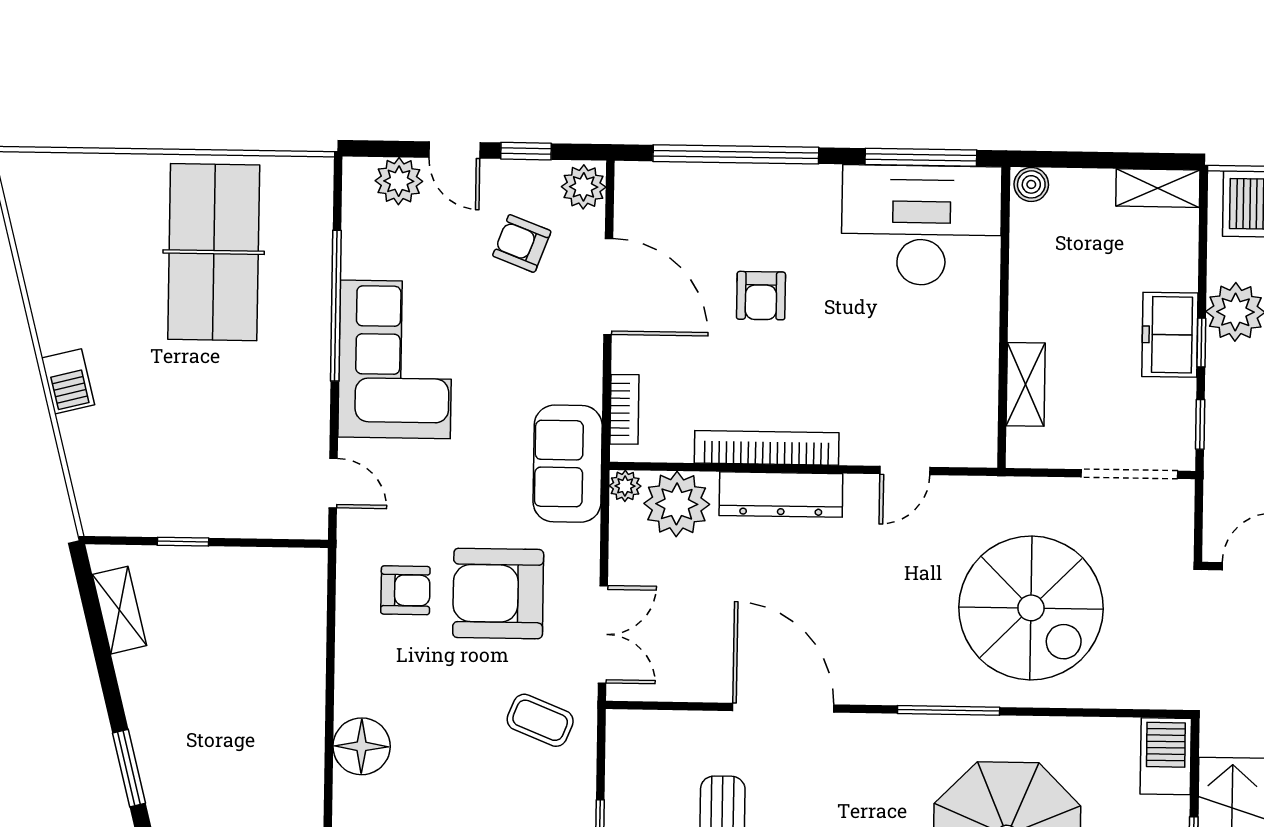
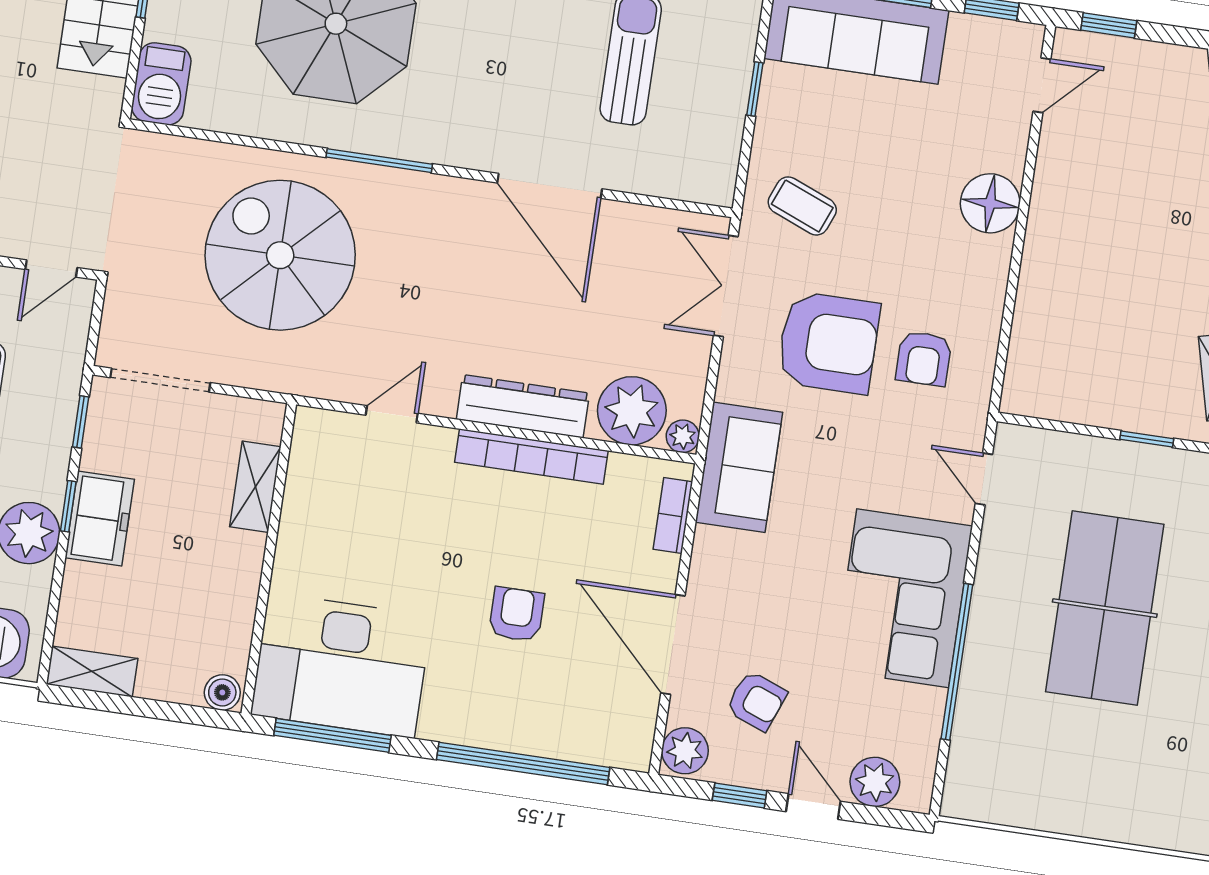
table tennis table: (214, 252) -> (1105, 608), moved
armchair: (405, 590) -> (924, 359), turned -90

